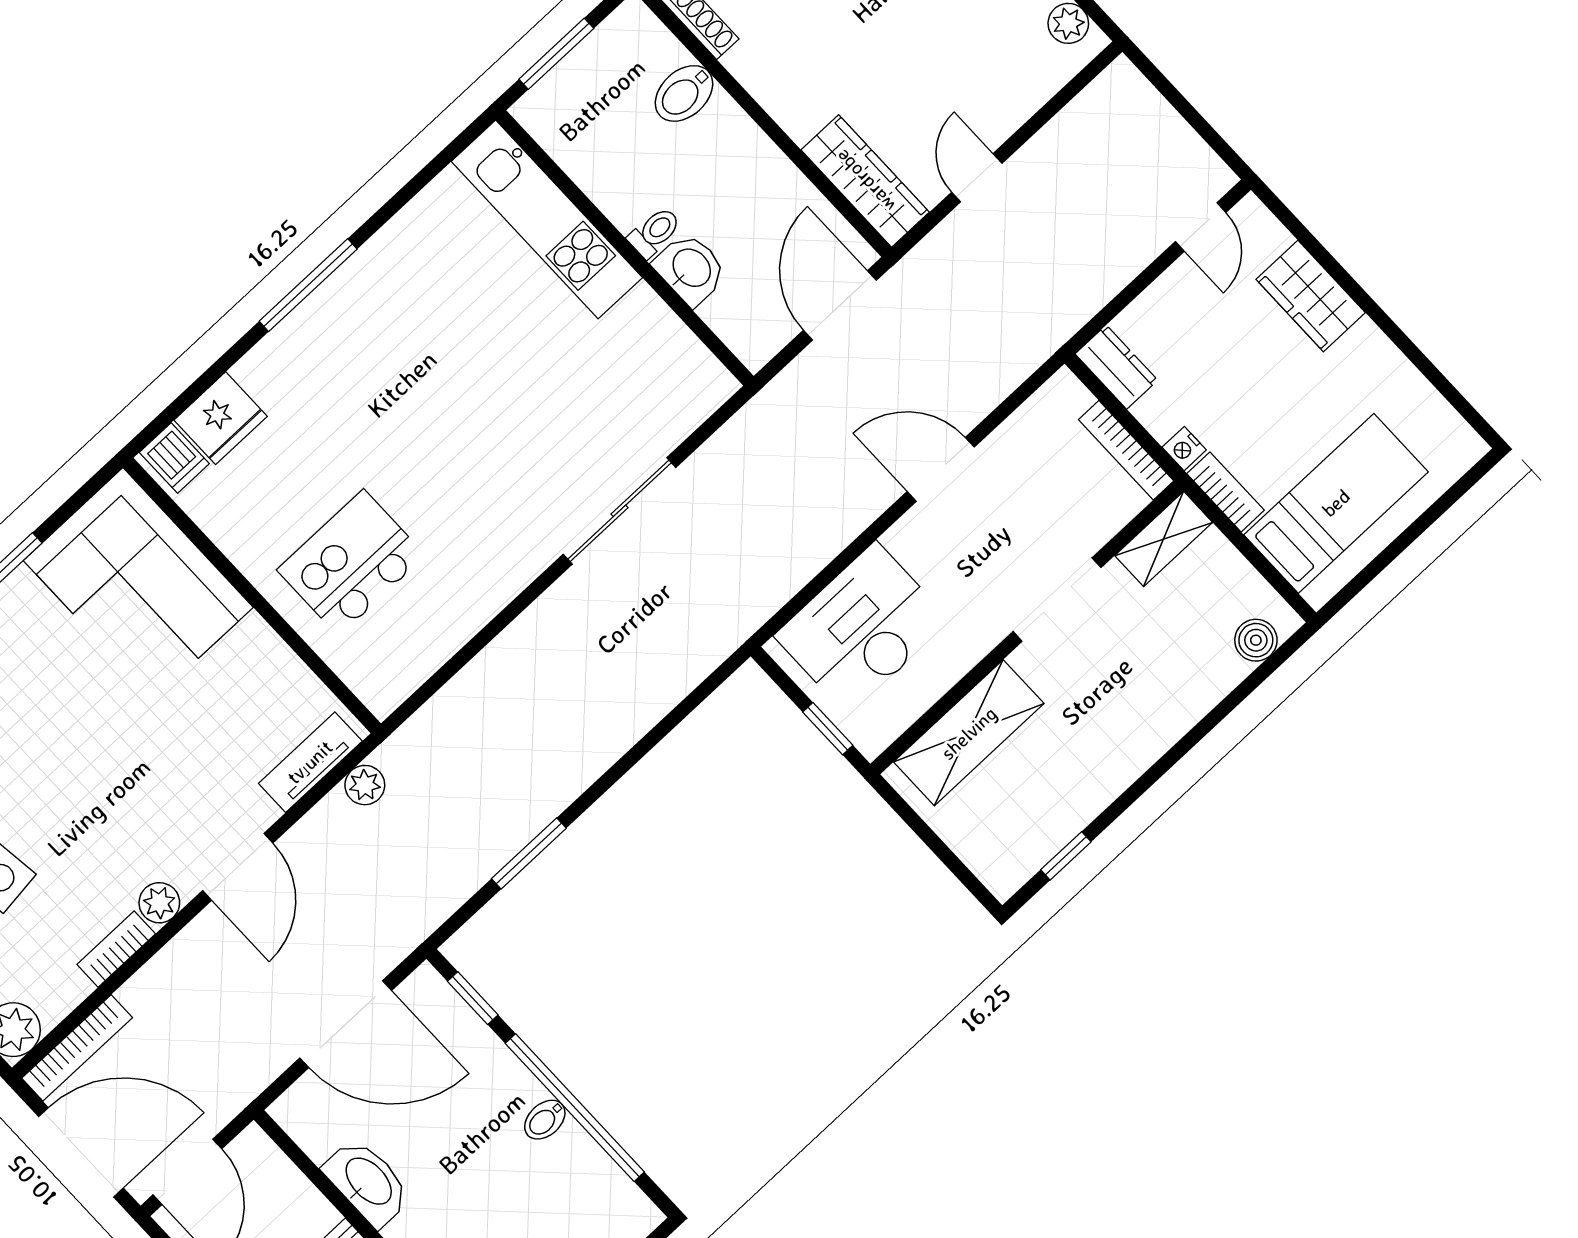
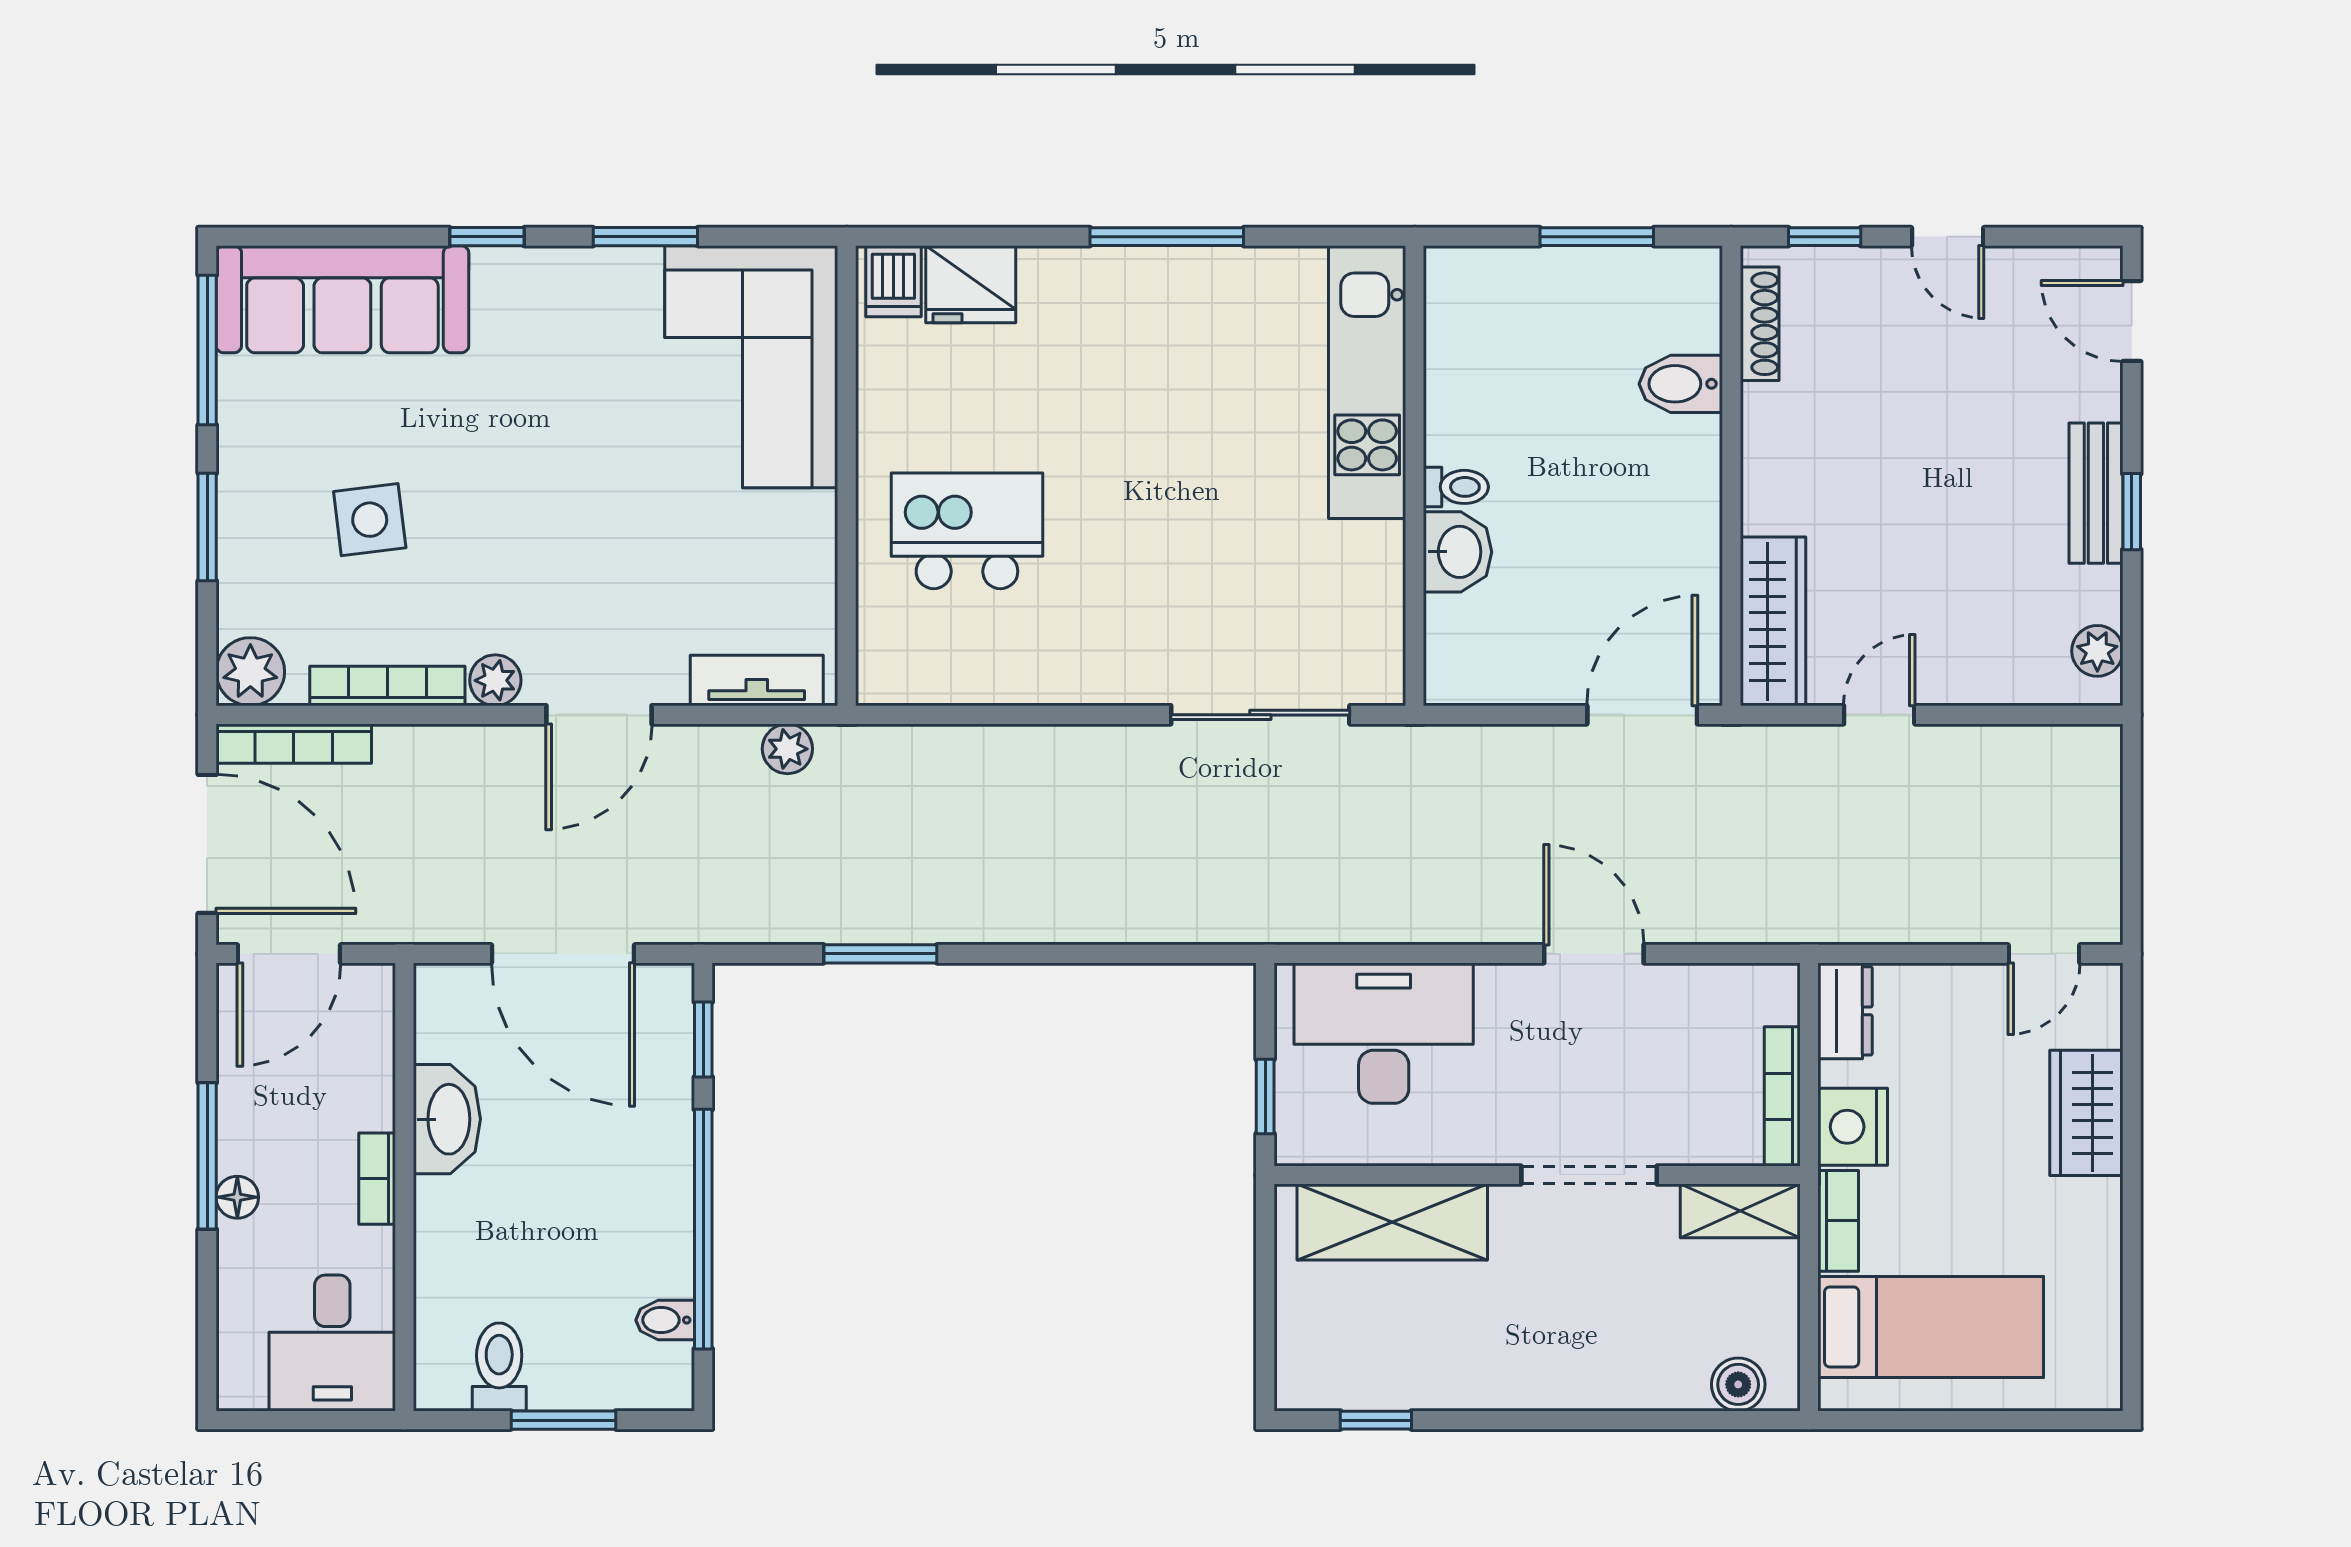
kitchen unit: (547, 219) -> (1367, 382), moved
toilet: (655, 232) -> (1456, 487), moved
wall: (625, 248) -> (1415, 476), moved
washbasin: (691, 269) -> (1458, 552), moved
nightstand: (1184, 449) -> (1853, 1127), width x1.89, depth x1.79
bookcase: (116, 949) -> (387, 686), width x1.56
bidet: (545, 1120) -> (665, 1320), moved

